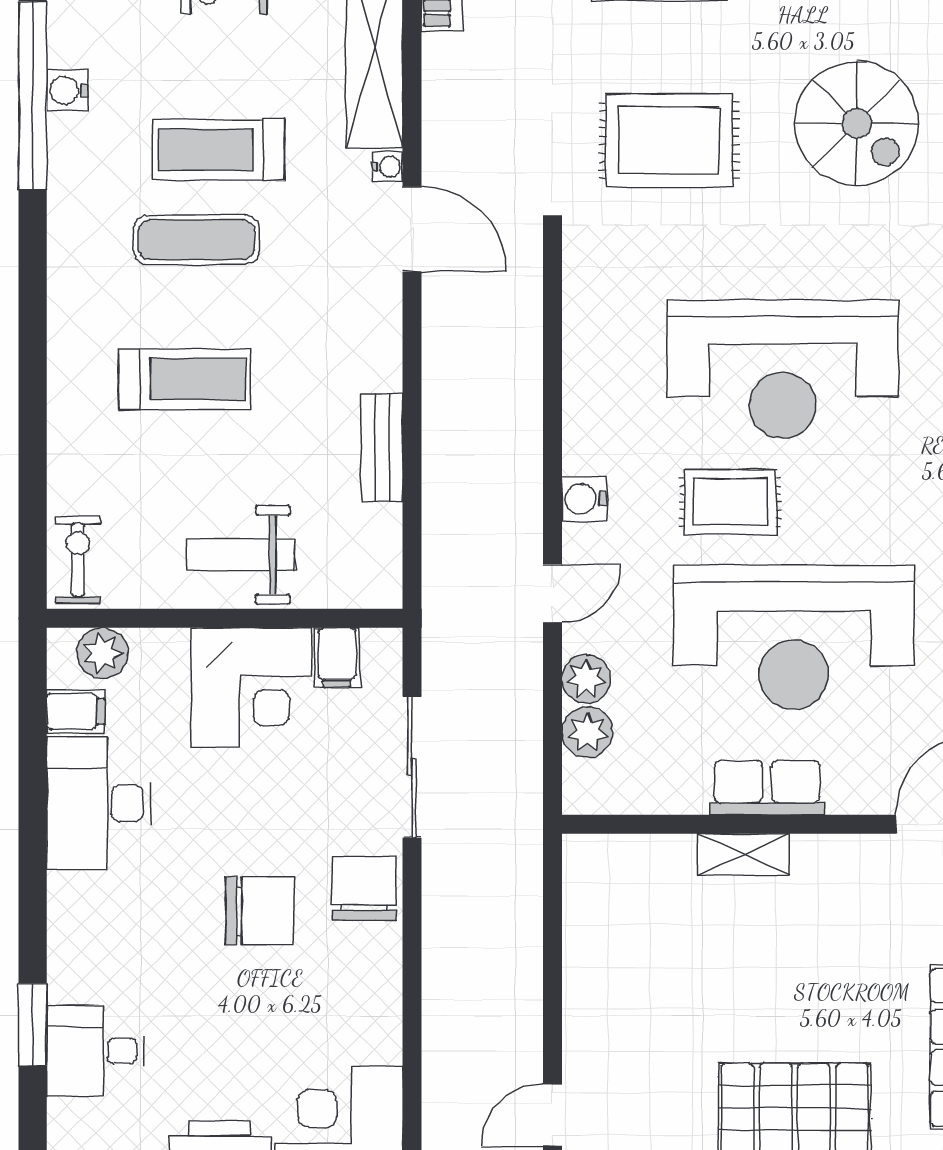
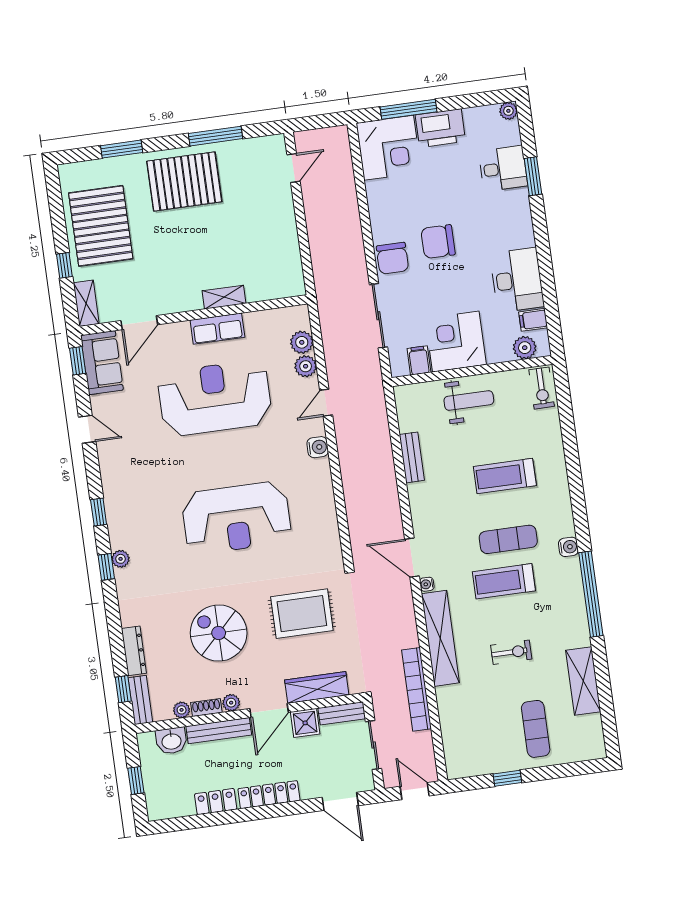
water cooler: (67, 90) -> (568, 547), moved
treadmill: (219, 150) -> (504, 581), turned 180
reception desk: (783, 369) -> (236, 518), turned 180
rug: (730, 502) -> (252, 455), removed

